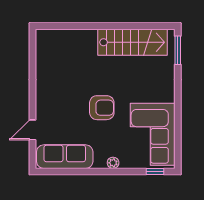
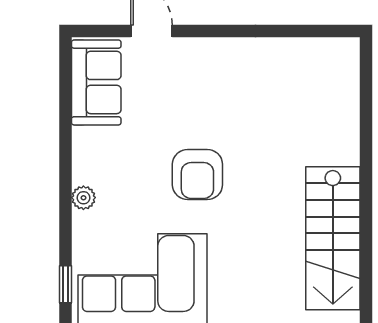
sofa: (65, 157) -> (96, 82), width x0.73

